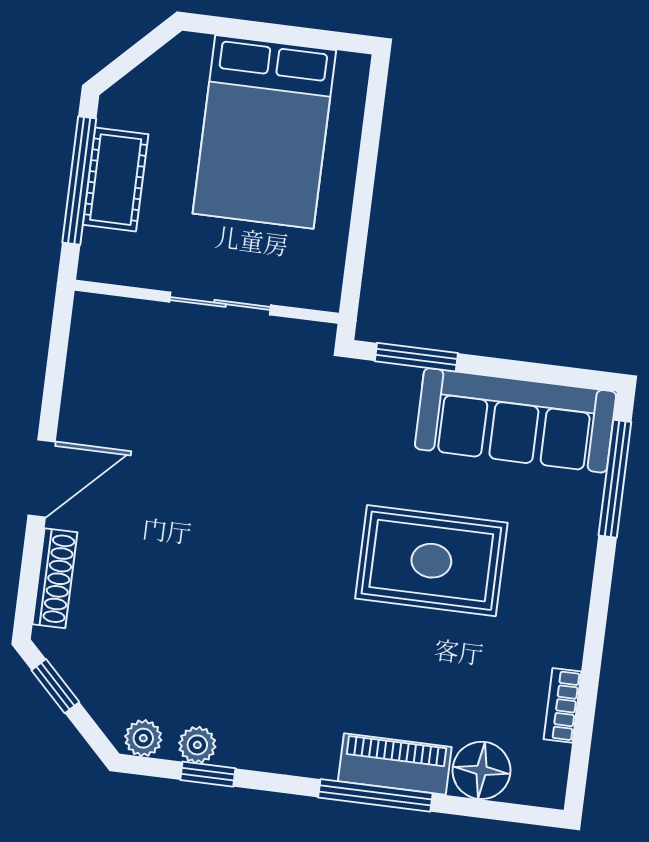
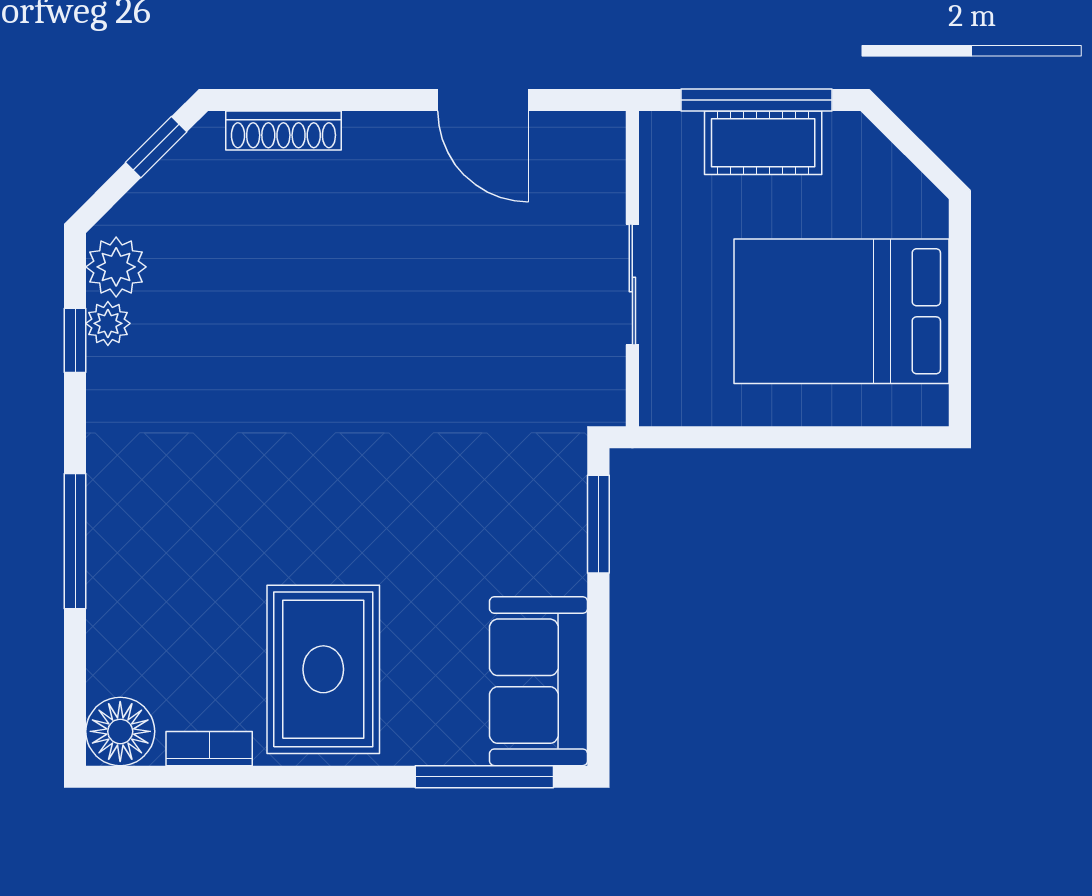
sofa: (515, 420) -> (539, 681), width x0.73
door: (42, 478) -> (483, 100), moved
rug: (431, 561) -> (323, 669), moved
plant: (143, 738) -> (116, 267), width x1.38, depth x1.38
piano: (395, 764) -> (115, 559), removed
floor lamp: (481, 770) -> (120, 731), moved

